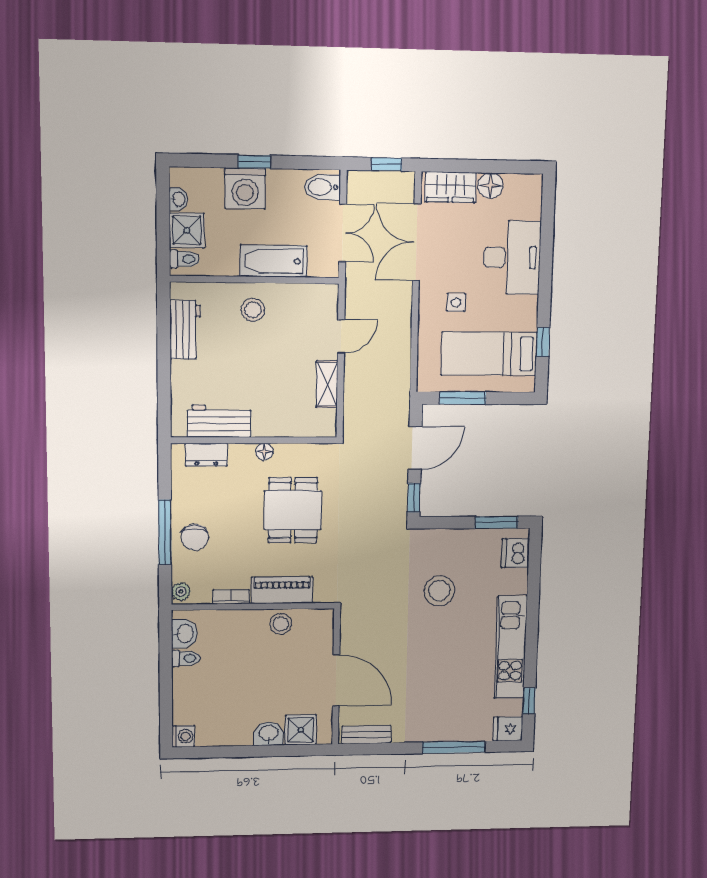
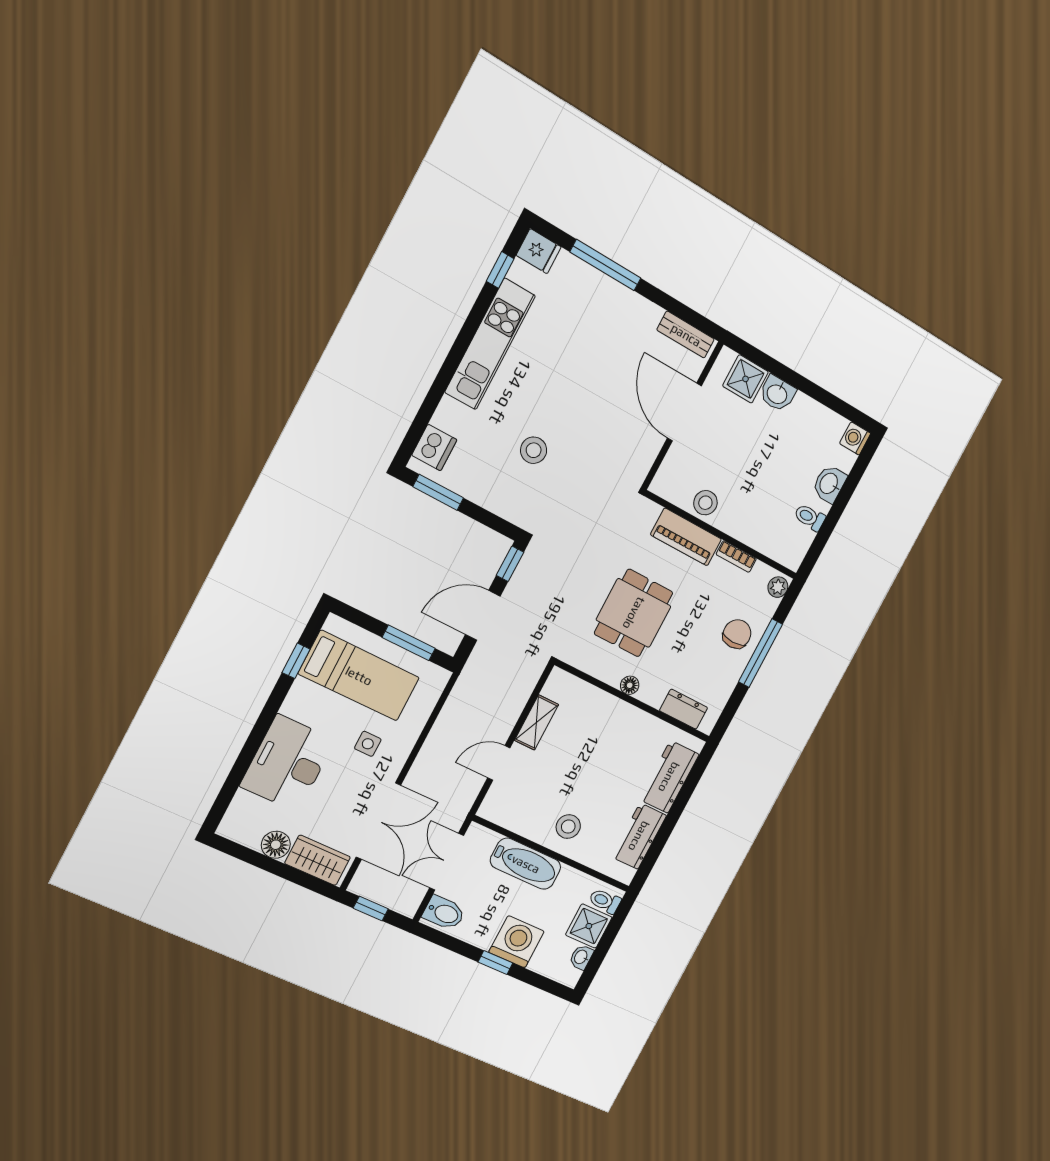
workbench: (219, 421) -> (669, 777), moved, turned 90
stool: (439, 591) -> (534, 450), width x0.73, depth x0.73
washbasin: (184, 634) -> (829, 484), moved

